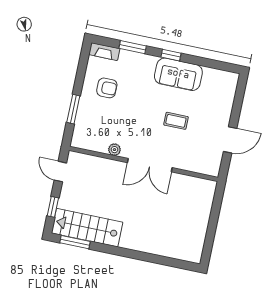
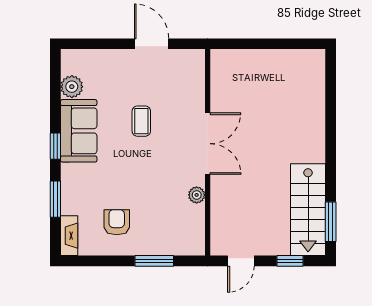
plant: (211, 76) -> (72, 87), added

